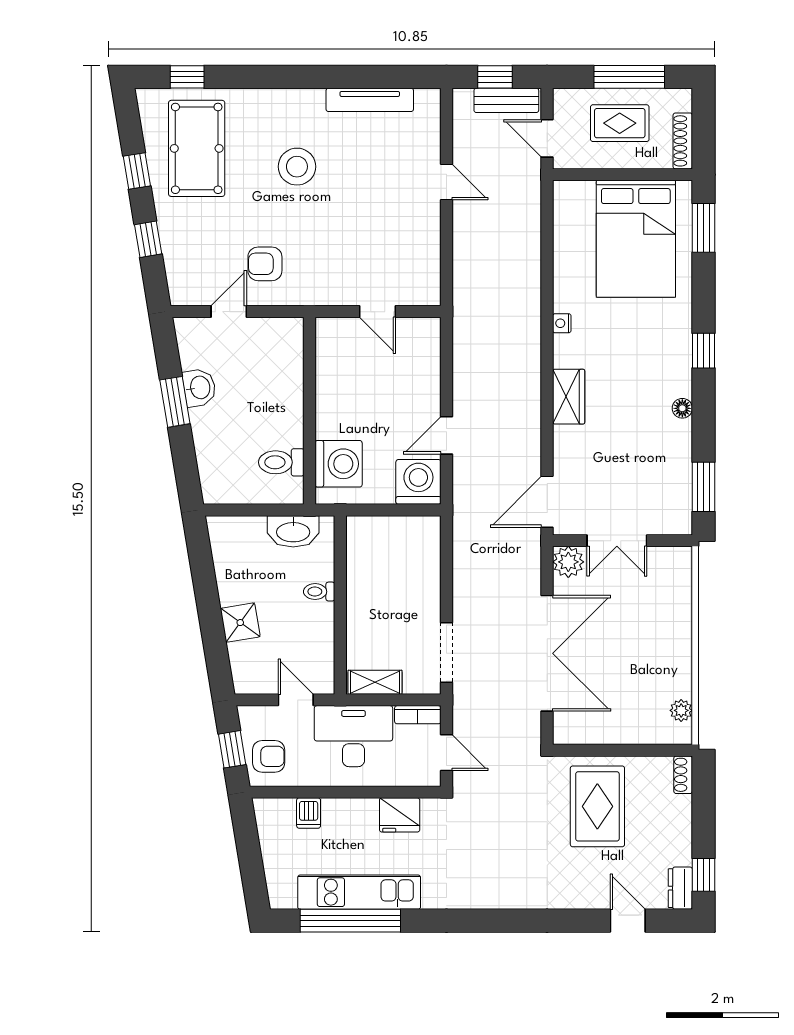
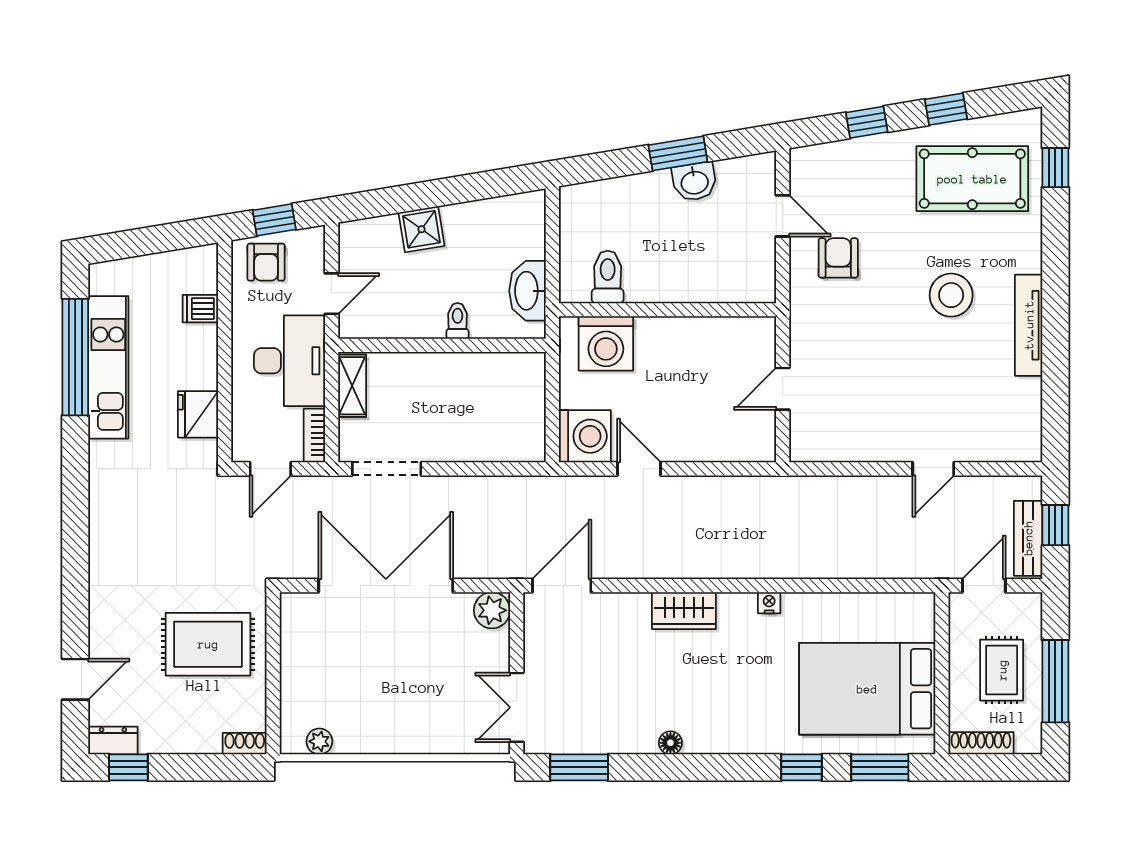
tv unit: (370, 100) -> (1029, 325), moved
window: (703, 351) -> (802, 767), moved
door: (547, 502) -> (562, 586), hinge flipped
double door: (617, 541) -> (517, 707), moved
double door: (547, 653) -> (386, 586), swing flipped

